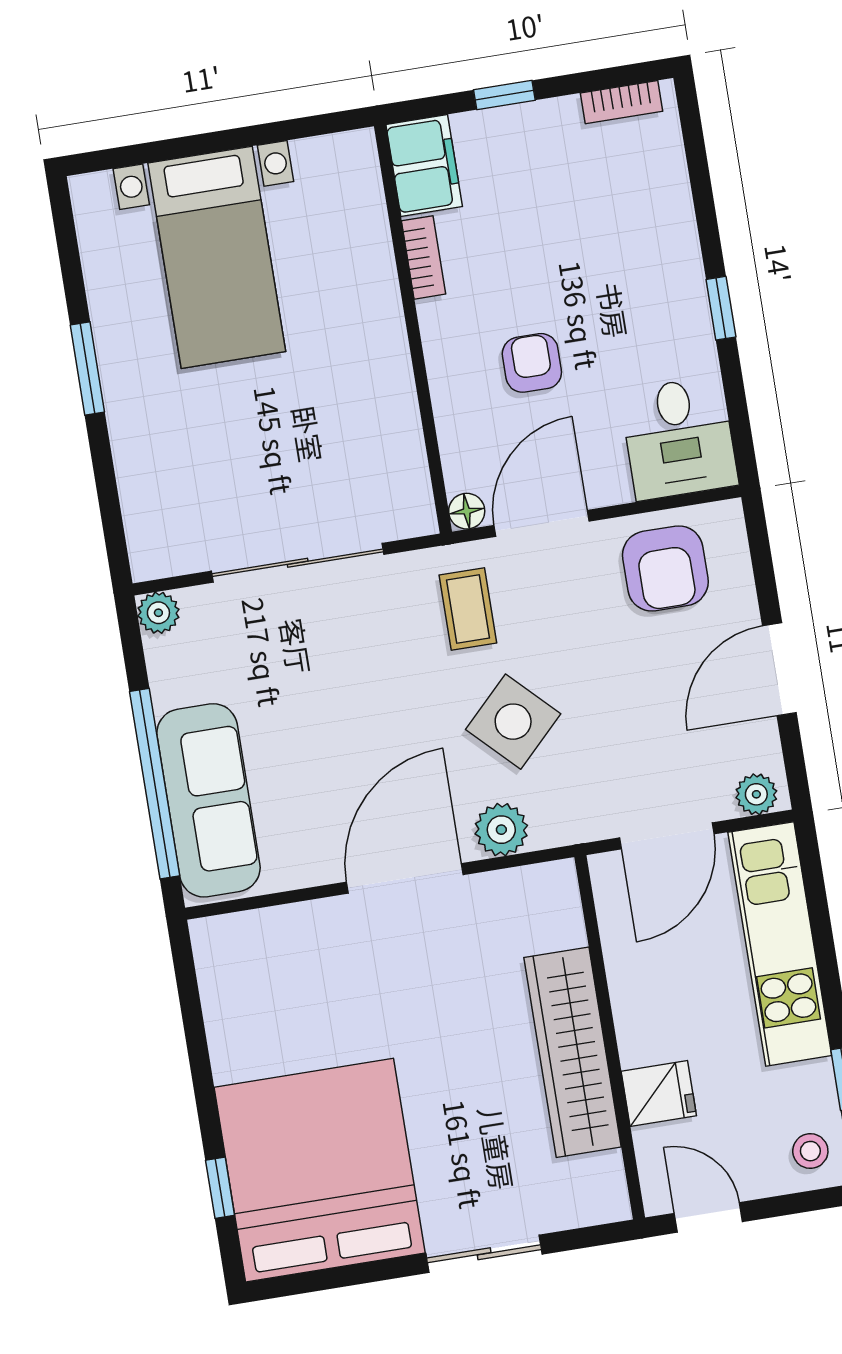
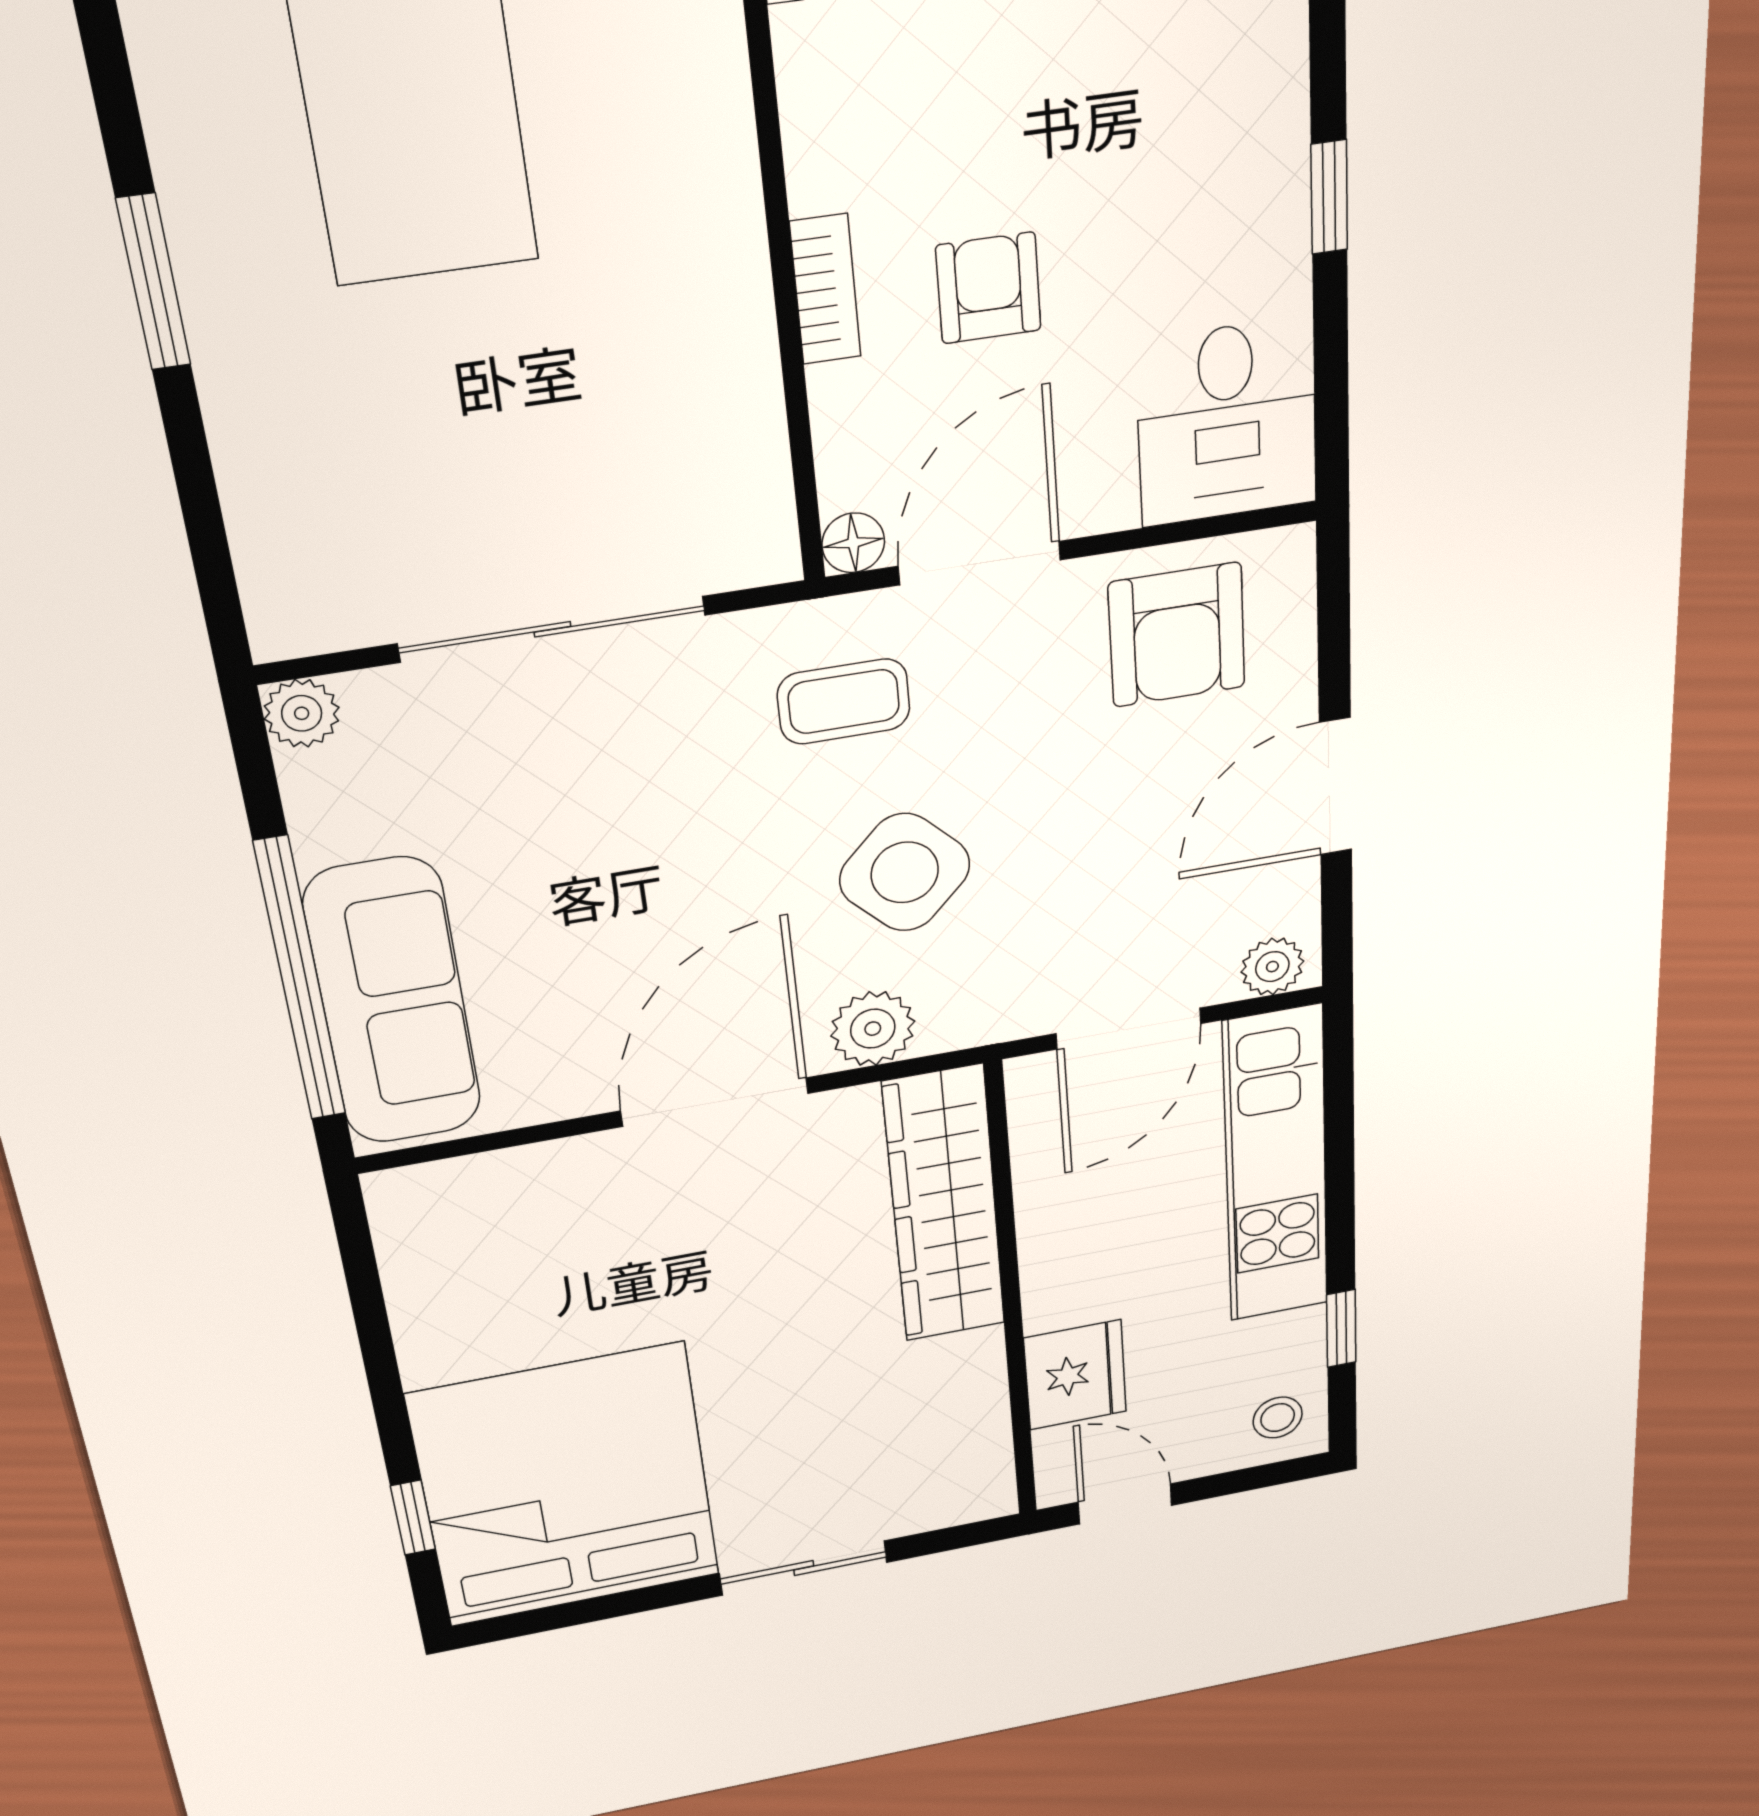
bookcase: (424, 257) -> (825, 289), moved
coffee table: (468, 609) -> (844, 701), turned 90
wardrobe: (573, 1052) -> (944, 1205), moved
fridge: (659, 1094) -> (1075, 1375), width x1.38

